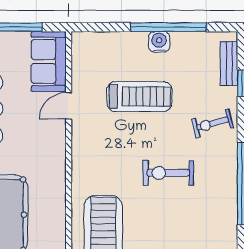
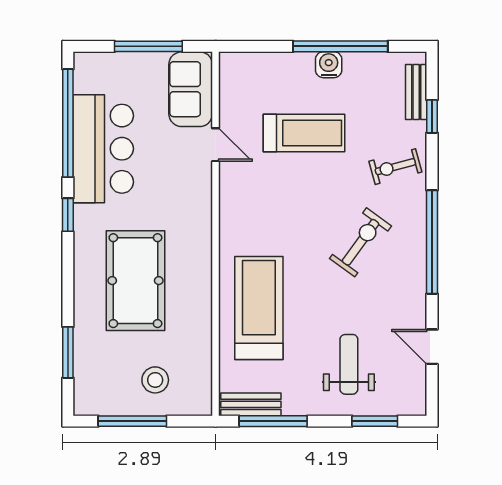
door: (69, 106) -> (216, 145), swing flipped
exercise bike: (168, 173) -> (361, 242), moved, turned 126

